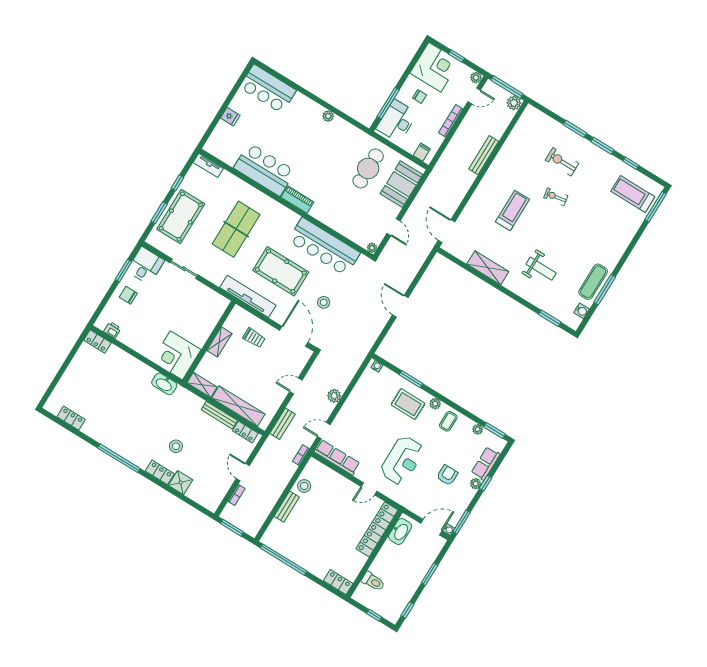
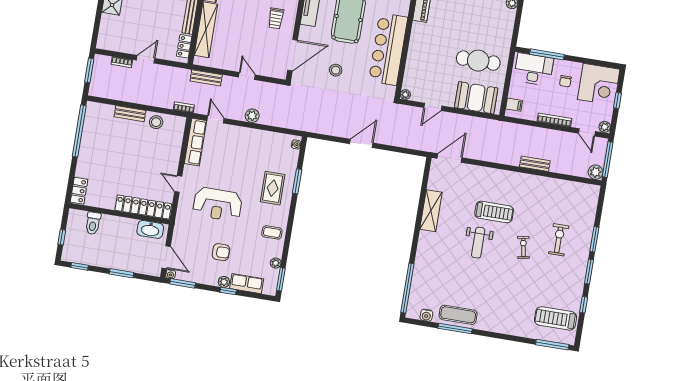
bench: (484, 155) -> (535, 164), width x0.73
treadmill: (633, 194) -> (556, 318), turned -90
weight bench: (541, 269) -> (478, 243), moved
window: (550, 318) -> (407, 288), width x2.11
plant: (435, 404) -> (283, 213), removed

